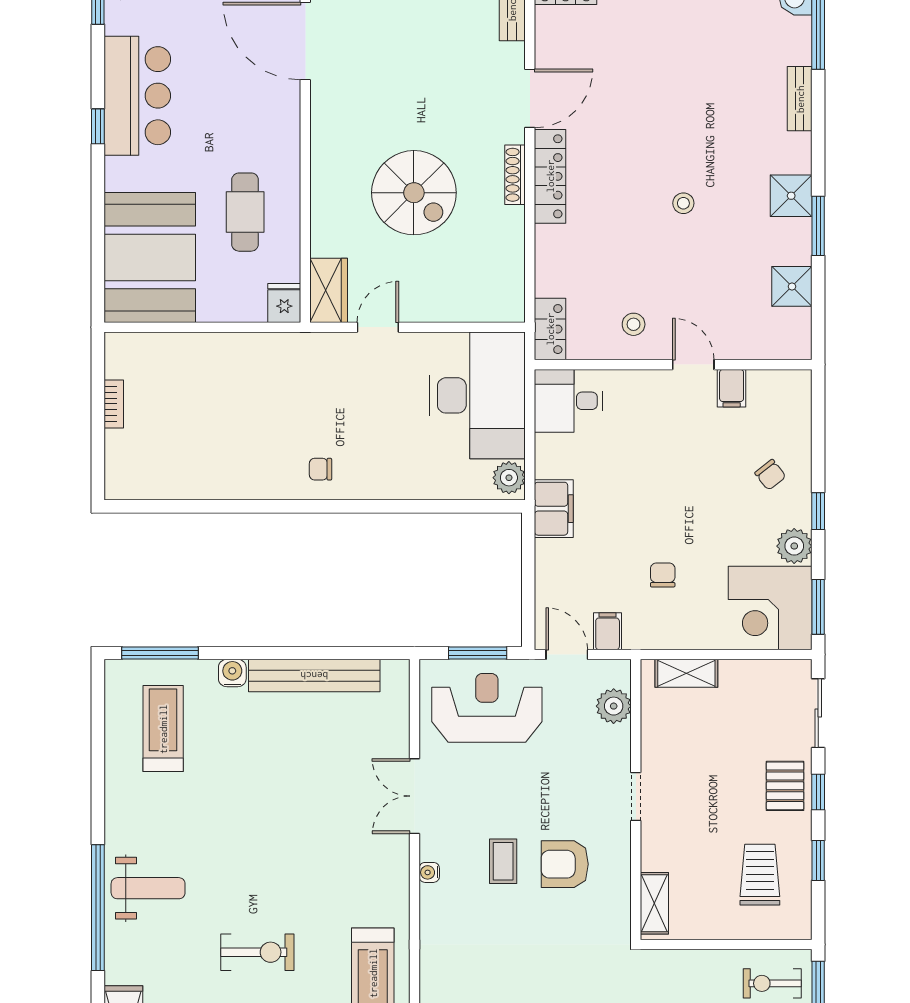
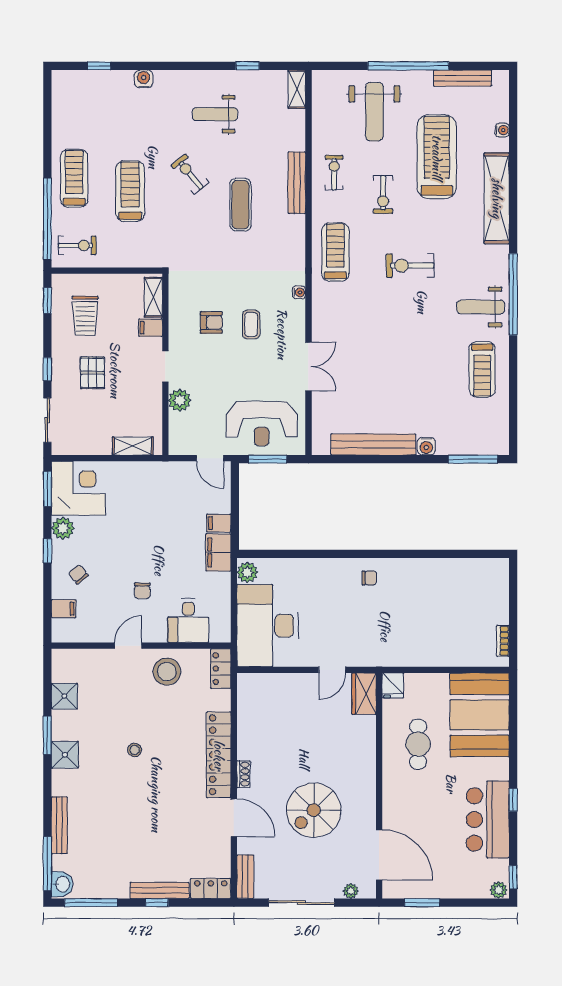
door: (530, 98) -> (234, 818), swing flipped
bench: (800, 99) -> (59, 825), width x1.36
shoe rack: (515, 175) -> (243, 774), width x0.70
locker: (550, 176) -> (219, 755), width x1.41, depth x1.21
spiral stairs: (414, 193) -> (314, 810), moved, turned -90
stool: (634, 324) -> (167, 672), width x1.89, depth x1.89
door: (693, 365) -> (128, 646), swing flipped
filing cabinet: (732, 388) -> (64, 609), moved, turned 90
desk: (569, 401) -> (188, 621), moved, turned 90
bookcase: (114, 404) -> (503, 641), moved
chair: (663, 575) -> (142, 591), moved
filing cabinet: (608, 631) -> (219, 523), moved, turned 90
plant: (614, 706) -> (180, 400), moved
treadmill: (163, 729) -> (482, 369), moved
pallet: (785, 786) -> (92, 373), moved
filing cabinet: (659, 856) -> (150, 328), added
window: (818, 860) -> (47, 300), moved
armchair: (565, 864) -> (211, 323), width x0.72, depth x0.72
water cooler: (429, 872) -> (299, 292), moved

